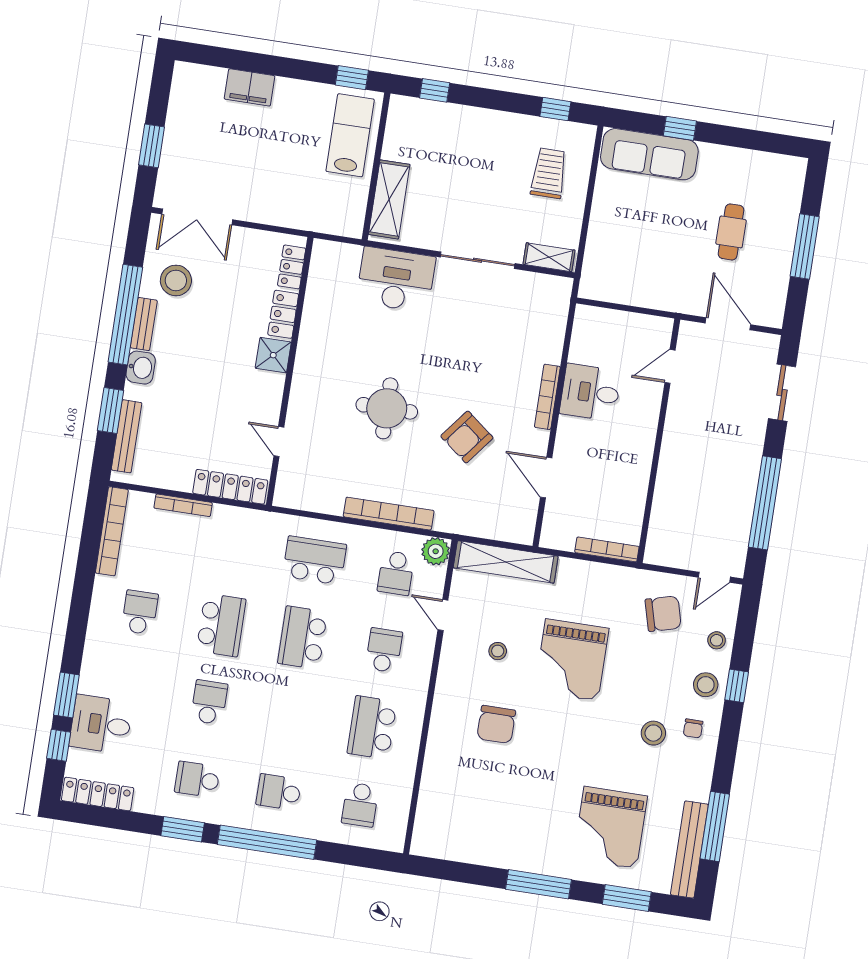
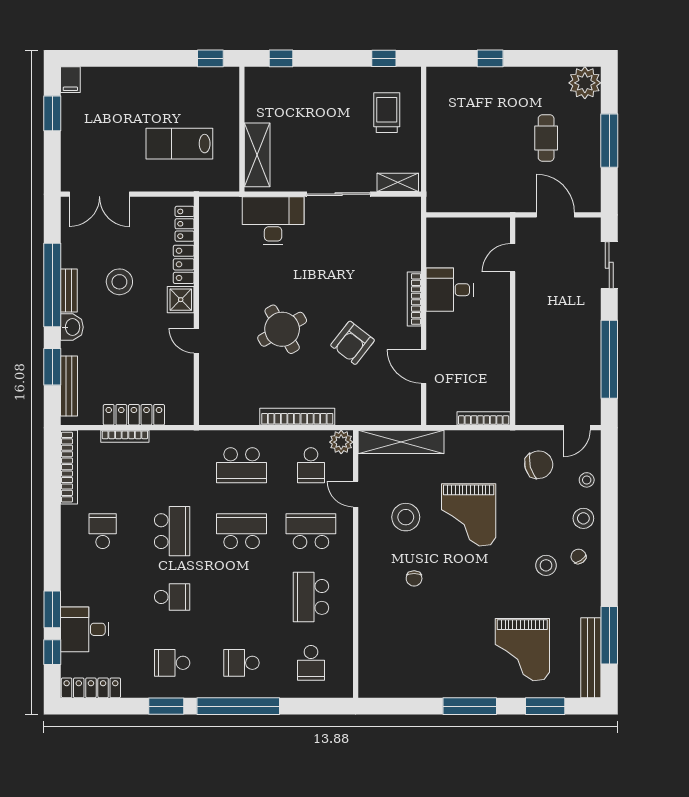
filing cabinet: (250, 87) -> (70, 80), moved, width x0.50
lab bench: (350, 135) -> (179, 144), moved, turned -90
window: (152, 146) -> (52, 113), moved
sofa: (649, 154) -> (468, 84), removed
plant: (786, 174) -> (585, 83), added
stool: (176, 280) -> (119, 282), moved
round table: (387, 408) -> (282, 329), turned -30
door: (279, 442) -> (196, 341), moved
locker: (230, 487) -> (134, 415), moved
school desk: (315, 560) -> (242, 465), turned 180
school desk: (303, 638) -> (242, 531), turned 90
school desk: (384, 650) -> (311, 531), width x1.85
stool: (498, 651) -> (406, 517), width x1.89, depth x1.89
window: (737, 686) -> (609, 515), removed
school desk: (209, 702) -> (172, 597), turned 90
chair: (496, 724) -> (414, 578), width x0.54, depth x0.54
chair: (693, 728) -> (578, 556), turned 145

